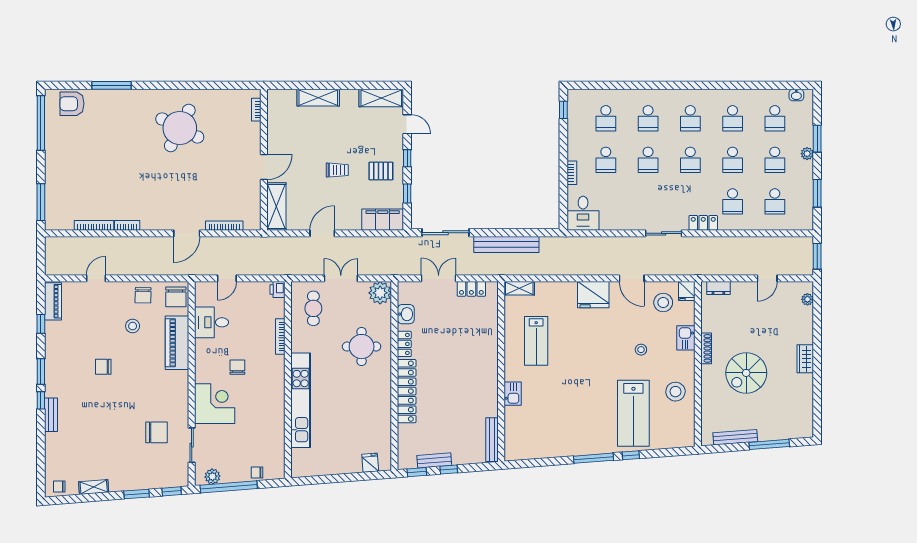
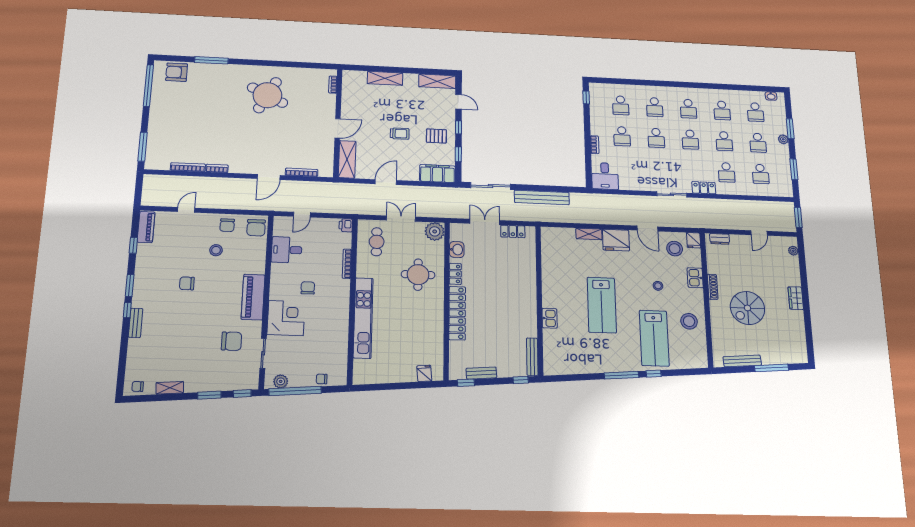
shelving: (519, 288) -> (589, 234), moved
lab bench: (536, 341) -> (602, 305), moved, width x1.36, depth x1.39
piano: (177, 343) -> (253, 297), moved
window: (449, 470) -> (521, 380), moved

